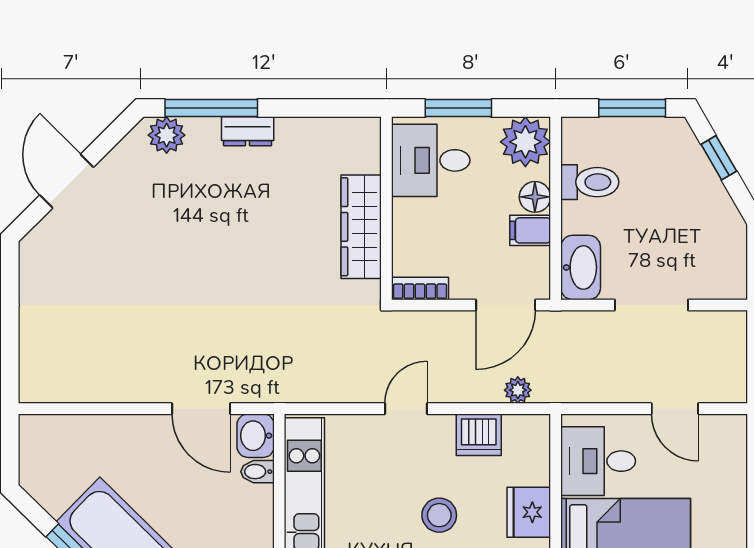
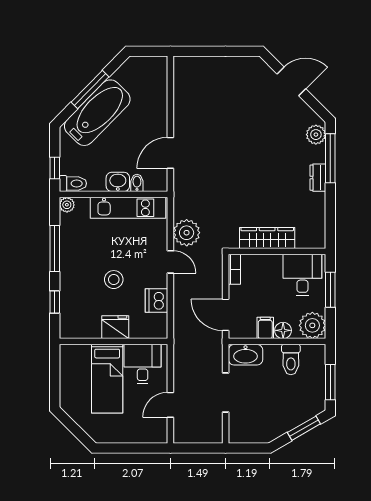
window: (719, 158) -> (304, 428), width x1.50
plant: (518, 390) -> (187, 233), moved, width x1.88, depth x1.88
washbasin: (256, 436) -> (118, 182), moved

